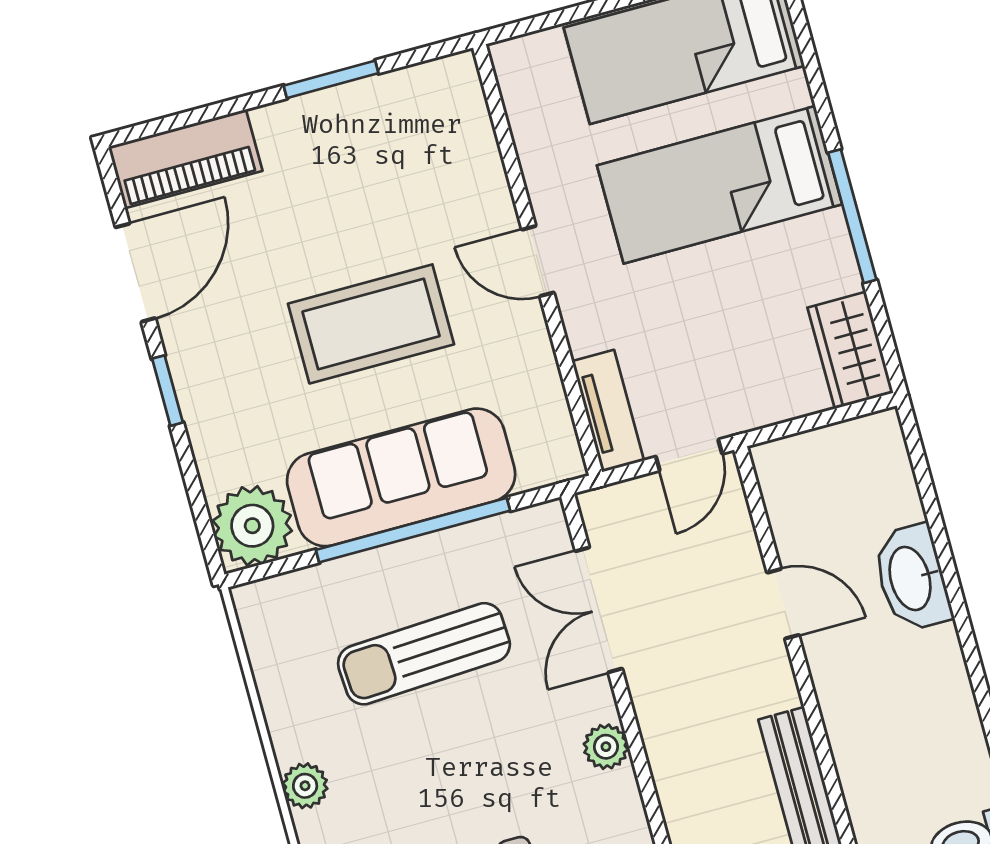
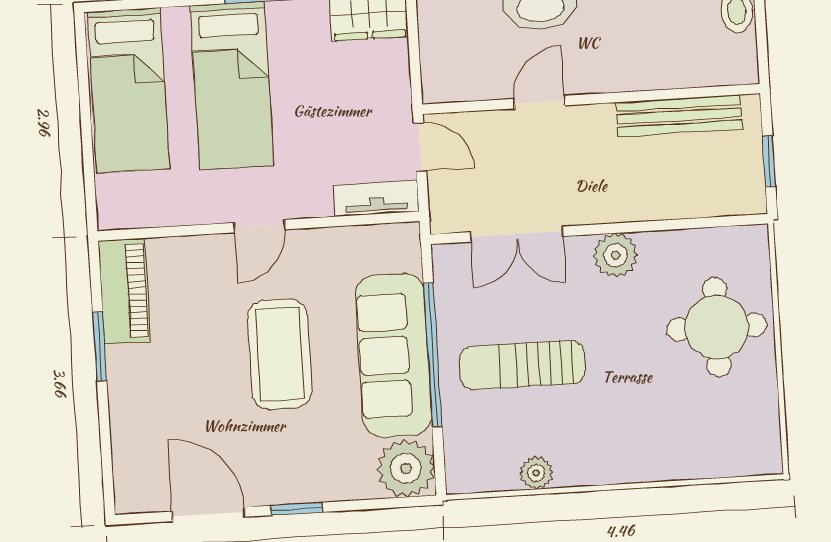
piano: (185, 159) -> (124, 291), moved
sun lounger: (424, 654) -> (522, 365), turned 93
plant: (606, 747) -> (616, 255), width x1.38, depth x1.38
plant: (305, 786) -> (536, 473), moved

